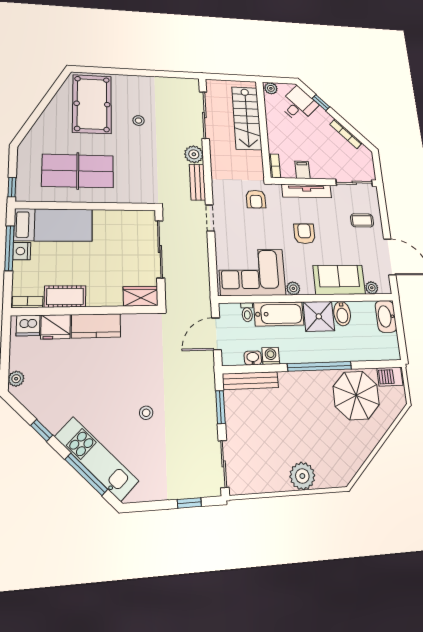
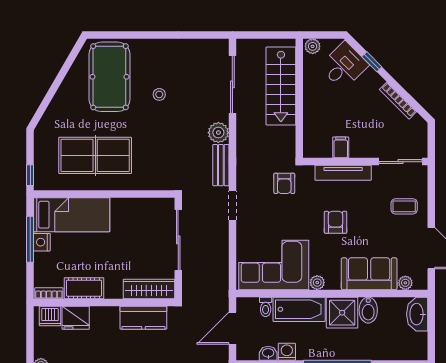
bookcase: (275, 166) -> (309, 144), removed
wardrobe: (141, 296) -> (149, 289), width x1.50
kitchen counter: (96, 326) -> (143, 318), moved

